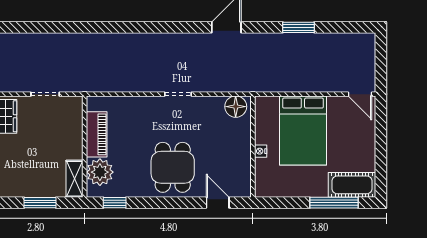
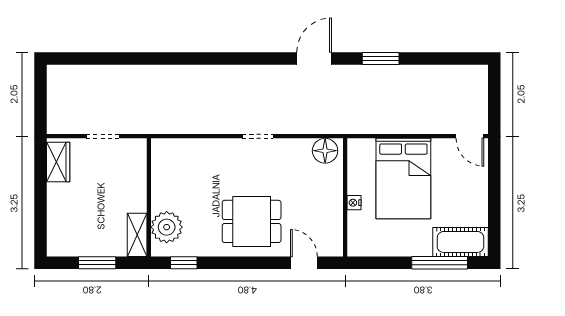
window: (299, 27) -> (381, 58), moved
piano: (97, 134) -> (163, 183), removed
dining table: (173, 167) -> (252, 221), turned 90

